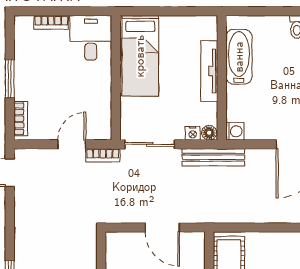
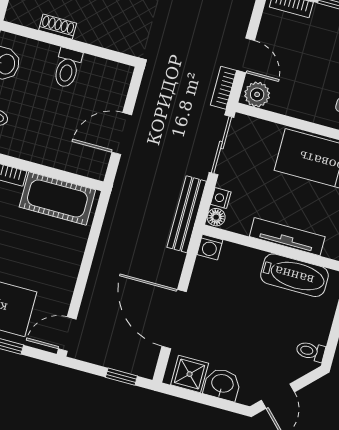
plant: (101, 127) -> (257, 94), added

